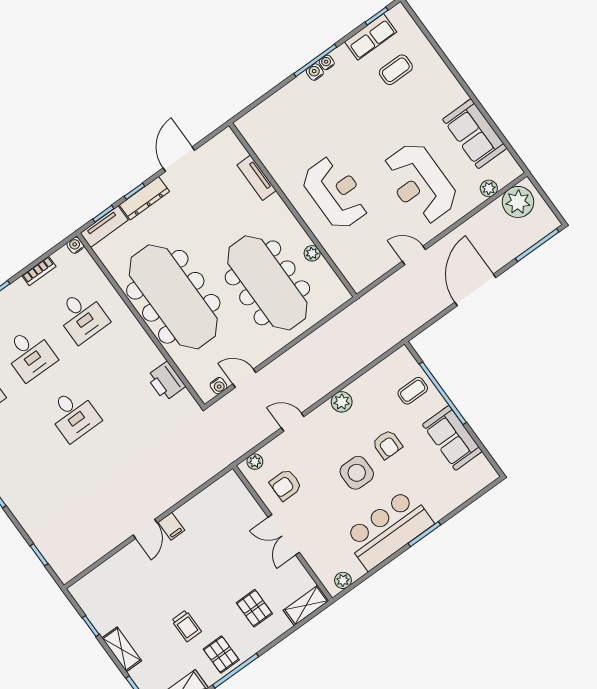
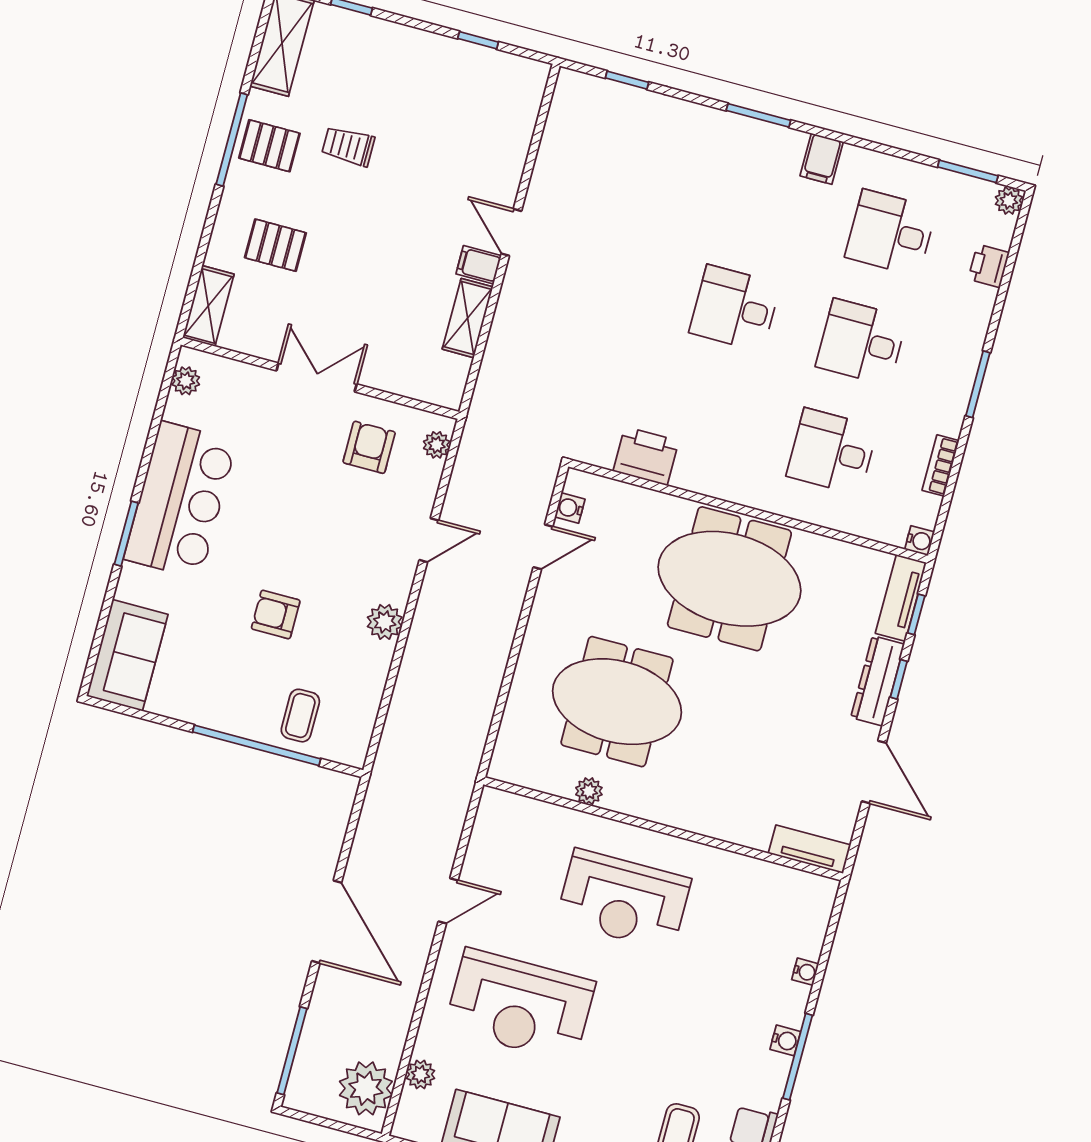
water cooler: (327, 62) -> (805, 972), moved
tv unit: (257, 178) -> (810, 849), moved
reception desk: (420, 183) -> (520, 1005), turned 180
meeting table: (267, 283) -> (617, 702), width x0.73
meeting table: (173, 297) -> (729, 579), width x0.73
sofa: (452, 438) -> (127, 655), moved, turned 90
side table: (357, 473) -> (286, 542), removed
shelving: (122, 649) -> (468, 318), moved, turned 90

